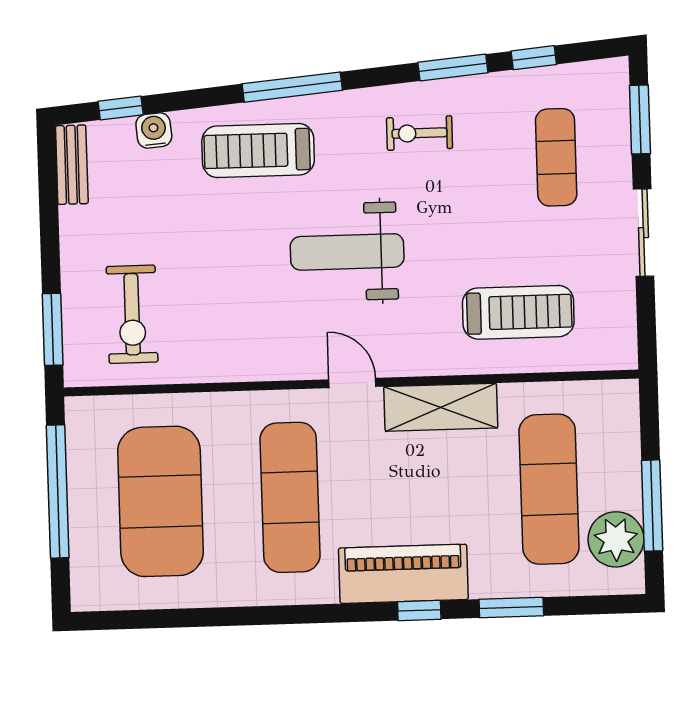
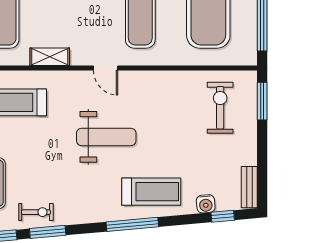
exercise bike: (420, 133) -> (36, 212), moved
shelving: (441, 407) -> (50, 57), width x0.67, depth x0.75

